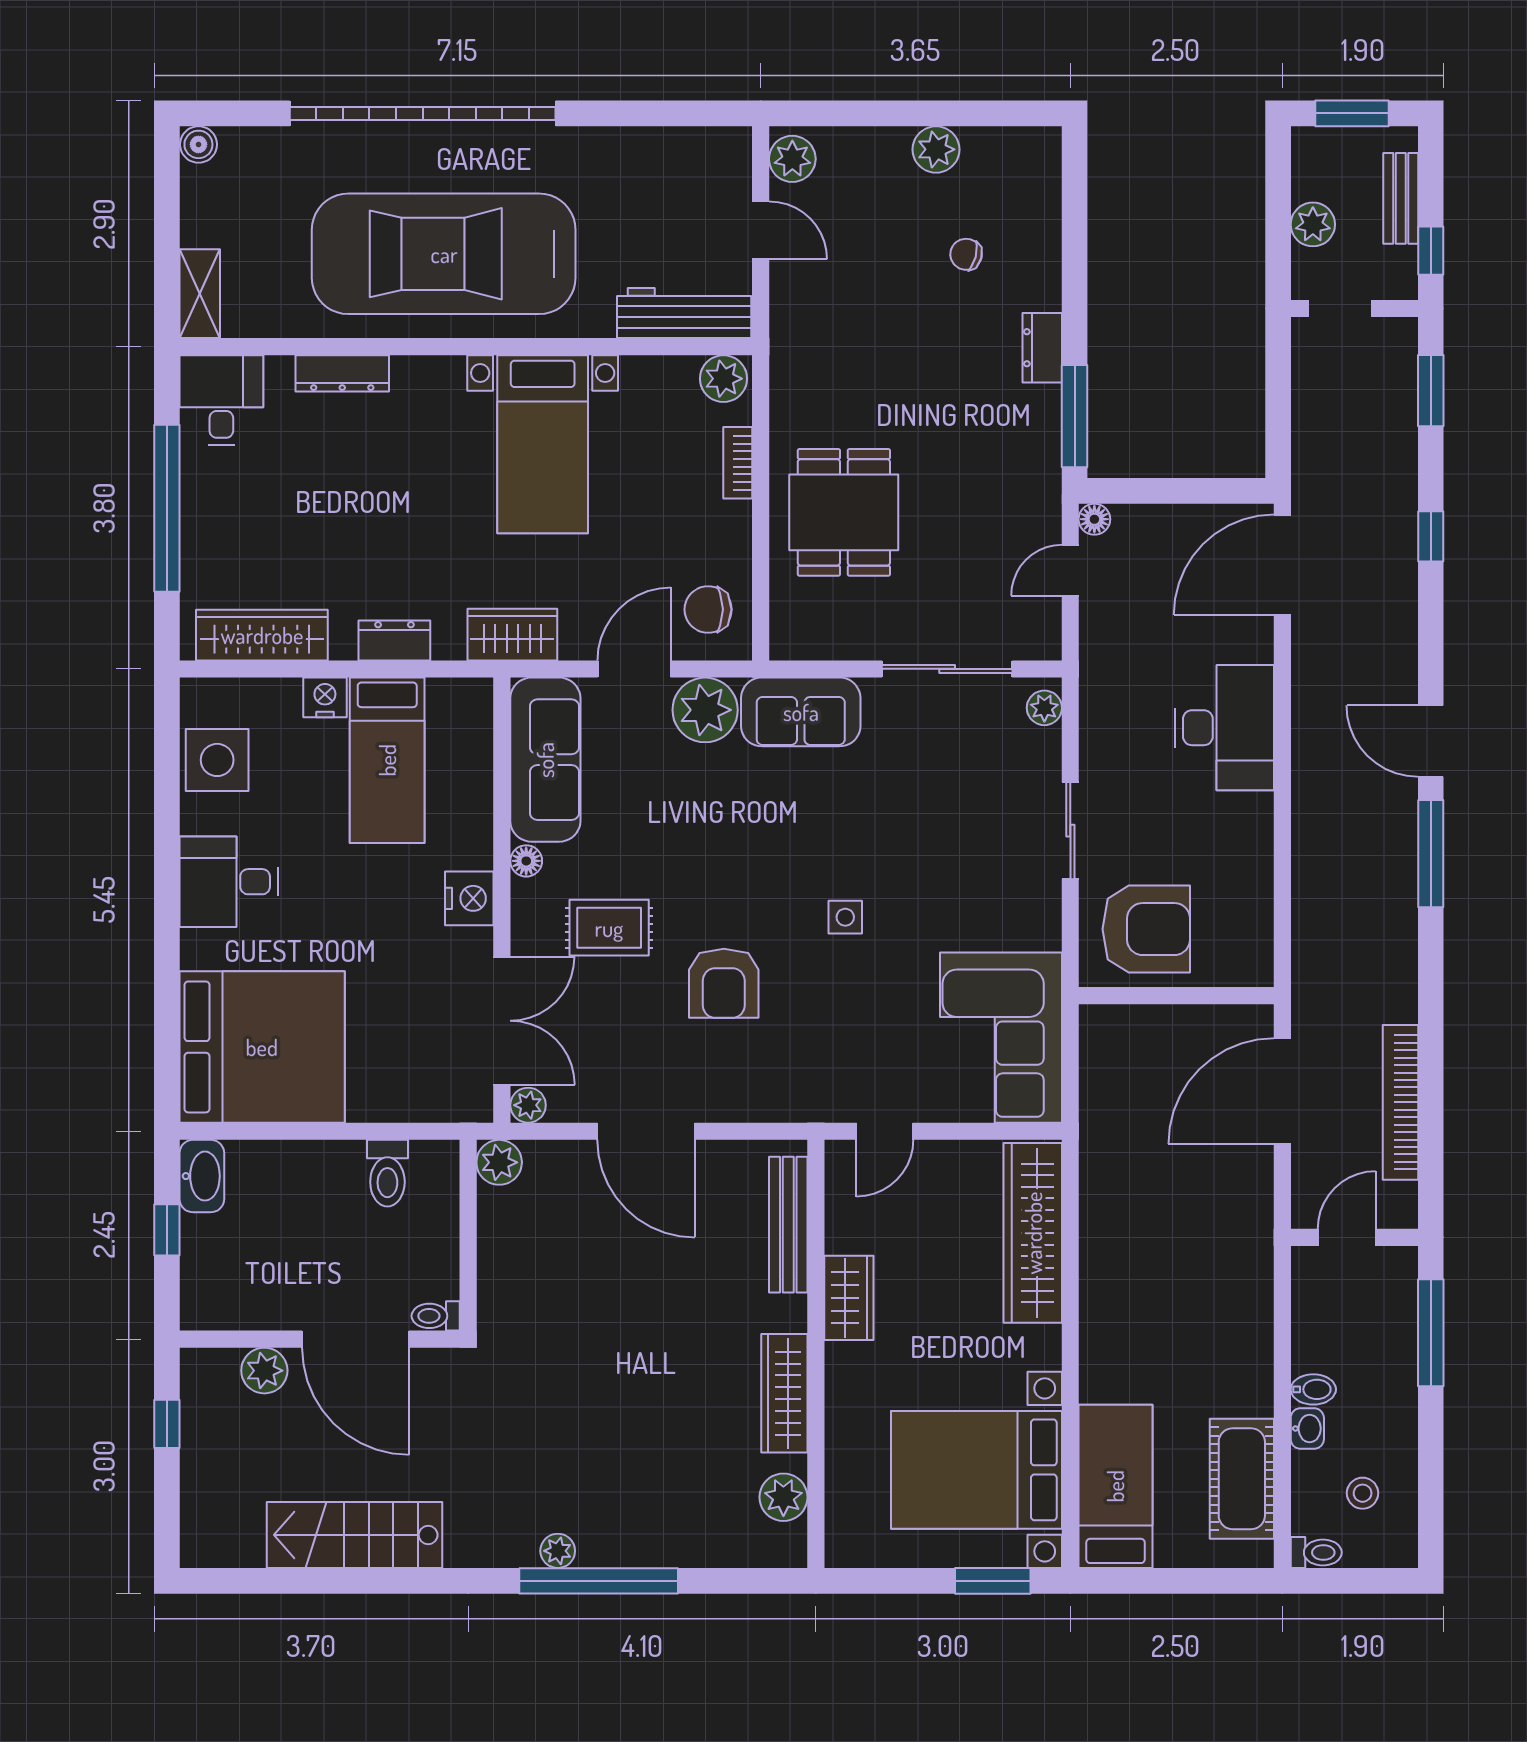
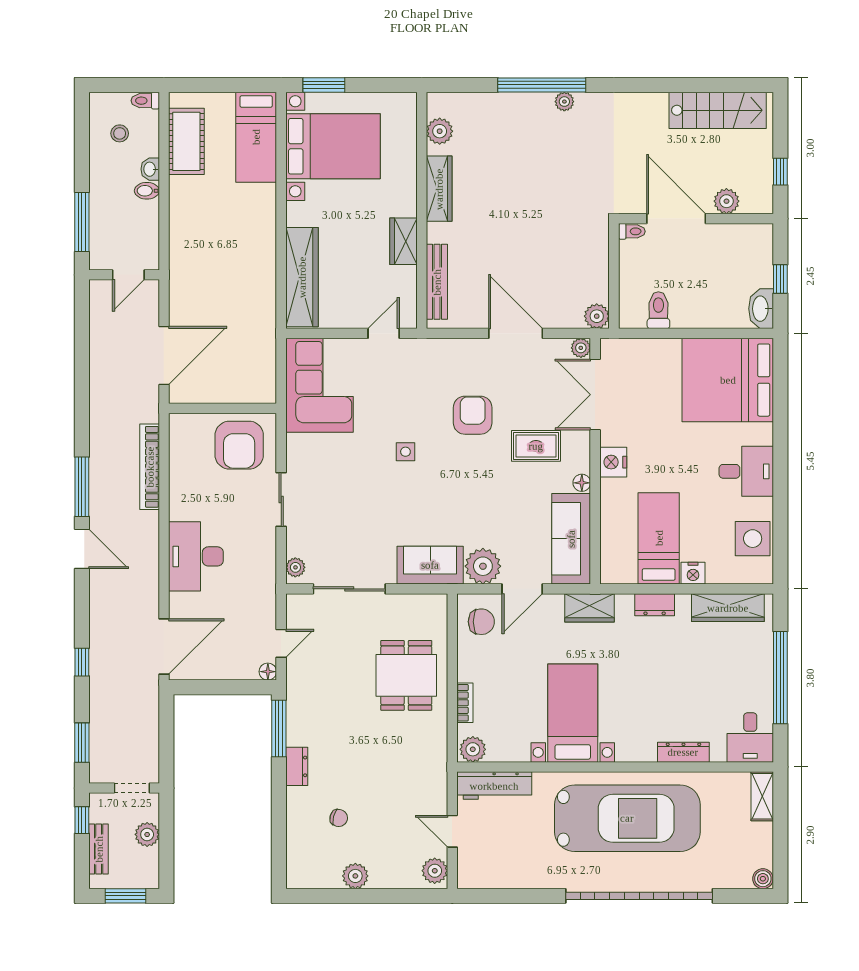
armchair: (1146, 929) -> (239, 445), turned -90
bookcase: (1400, 1102) -> (150, 467), moved, turned 180
stairs: (354, 1535) -> (718, 110), moved

